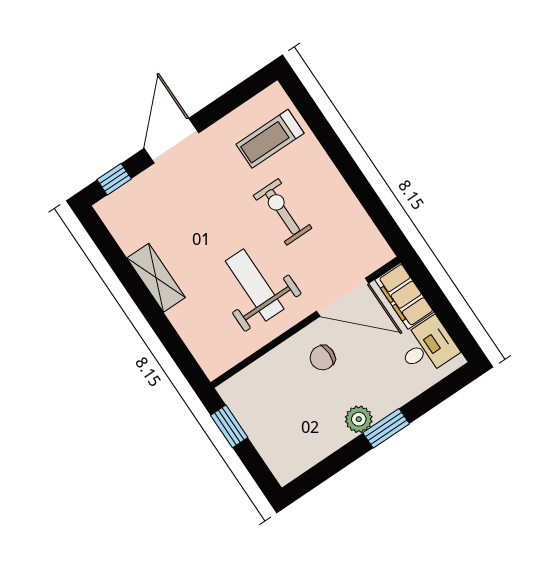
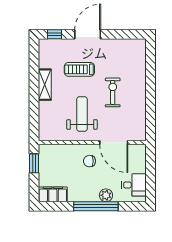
treadmill: (270, 139) -> (79, 69), moved
filing cabinet: (404, 296) -> (53, 194), moved, turned 90
plant: (359, 419) -> (106, 195), moved
window: (386, 428) -> (96, 206), width x2.11

